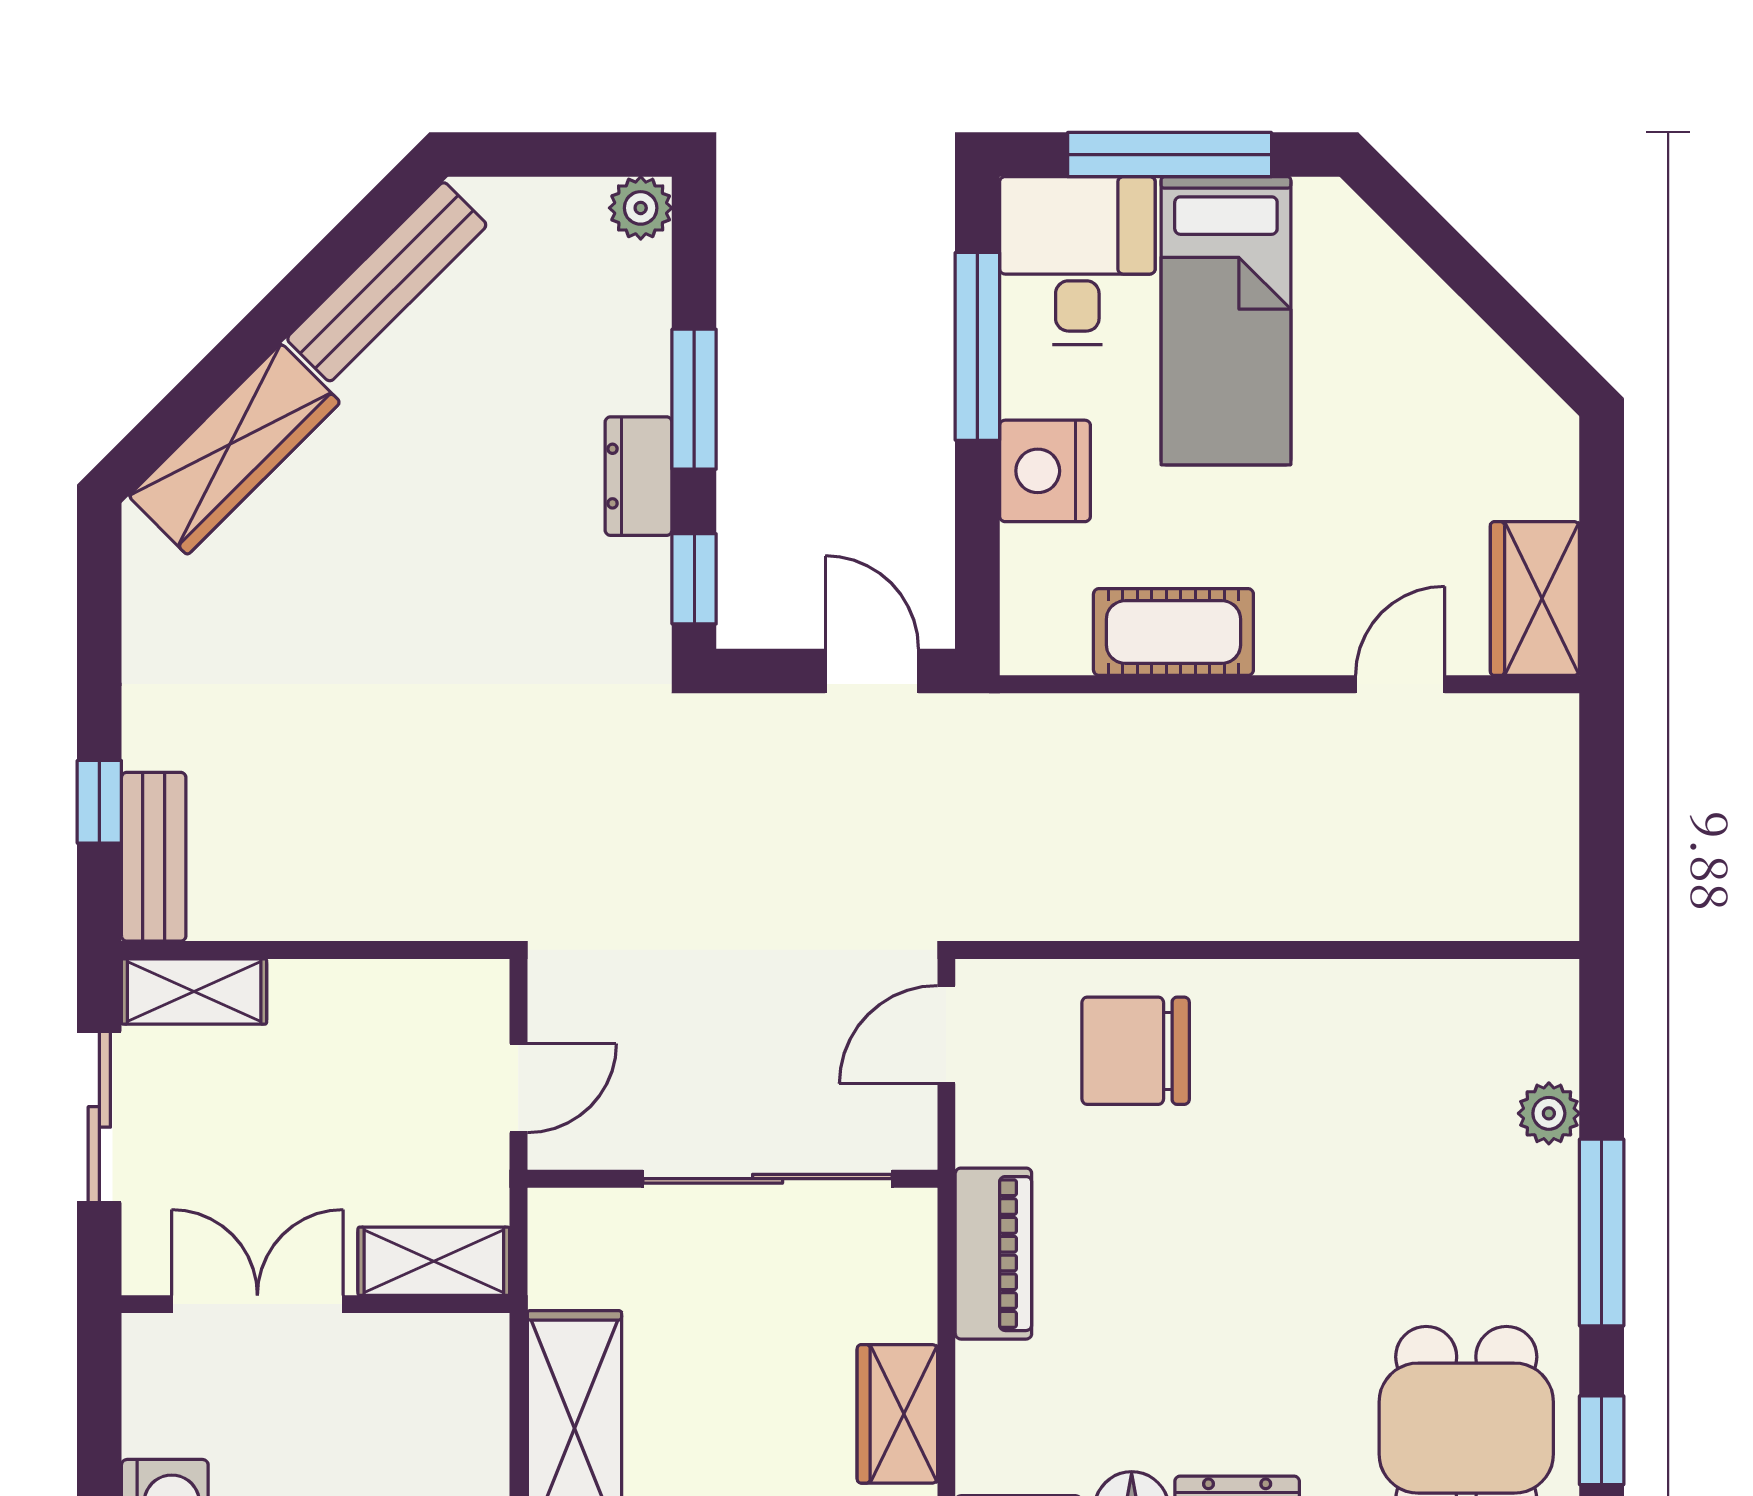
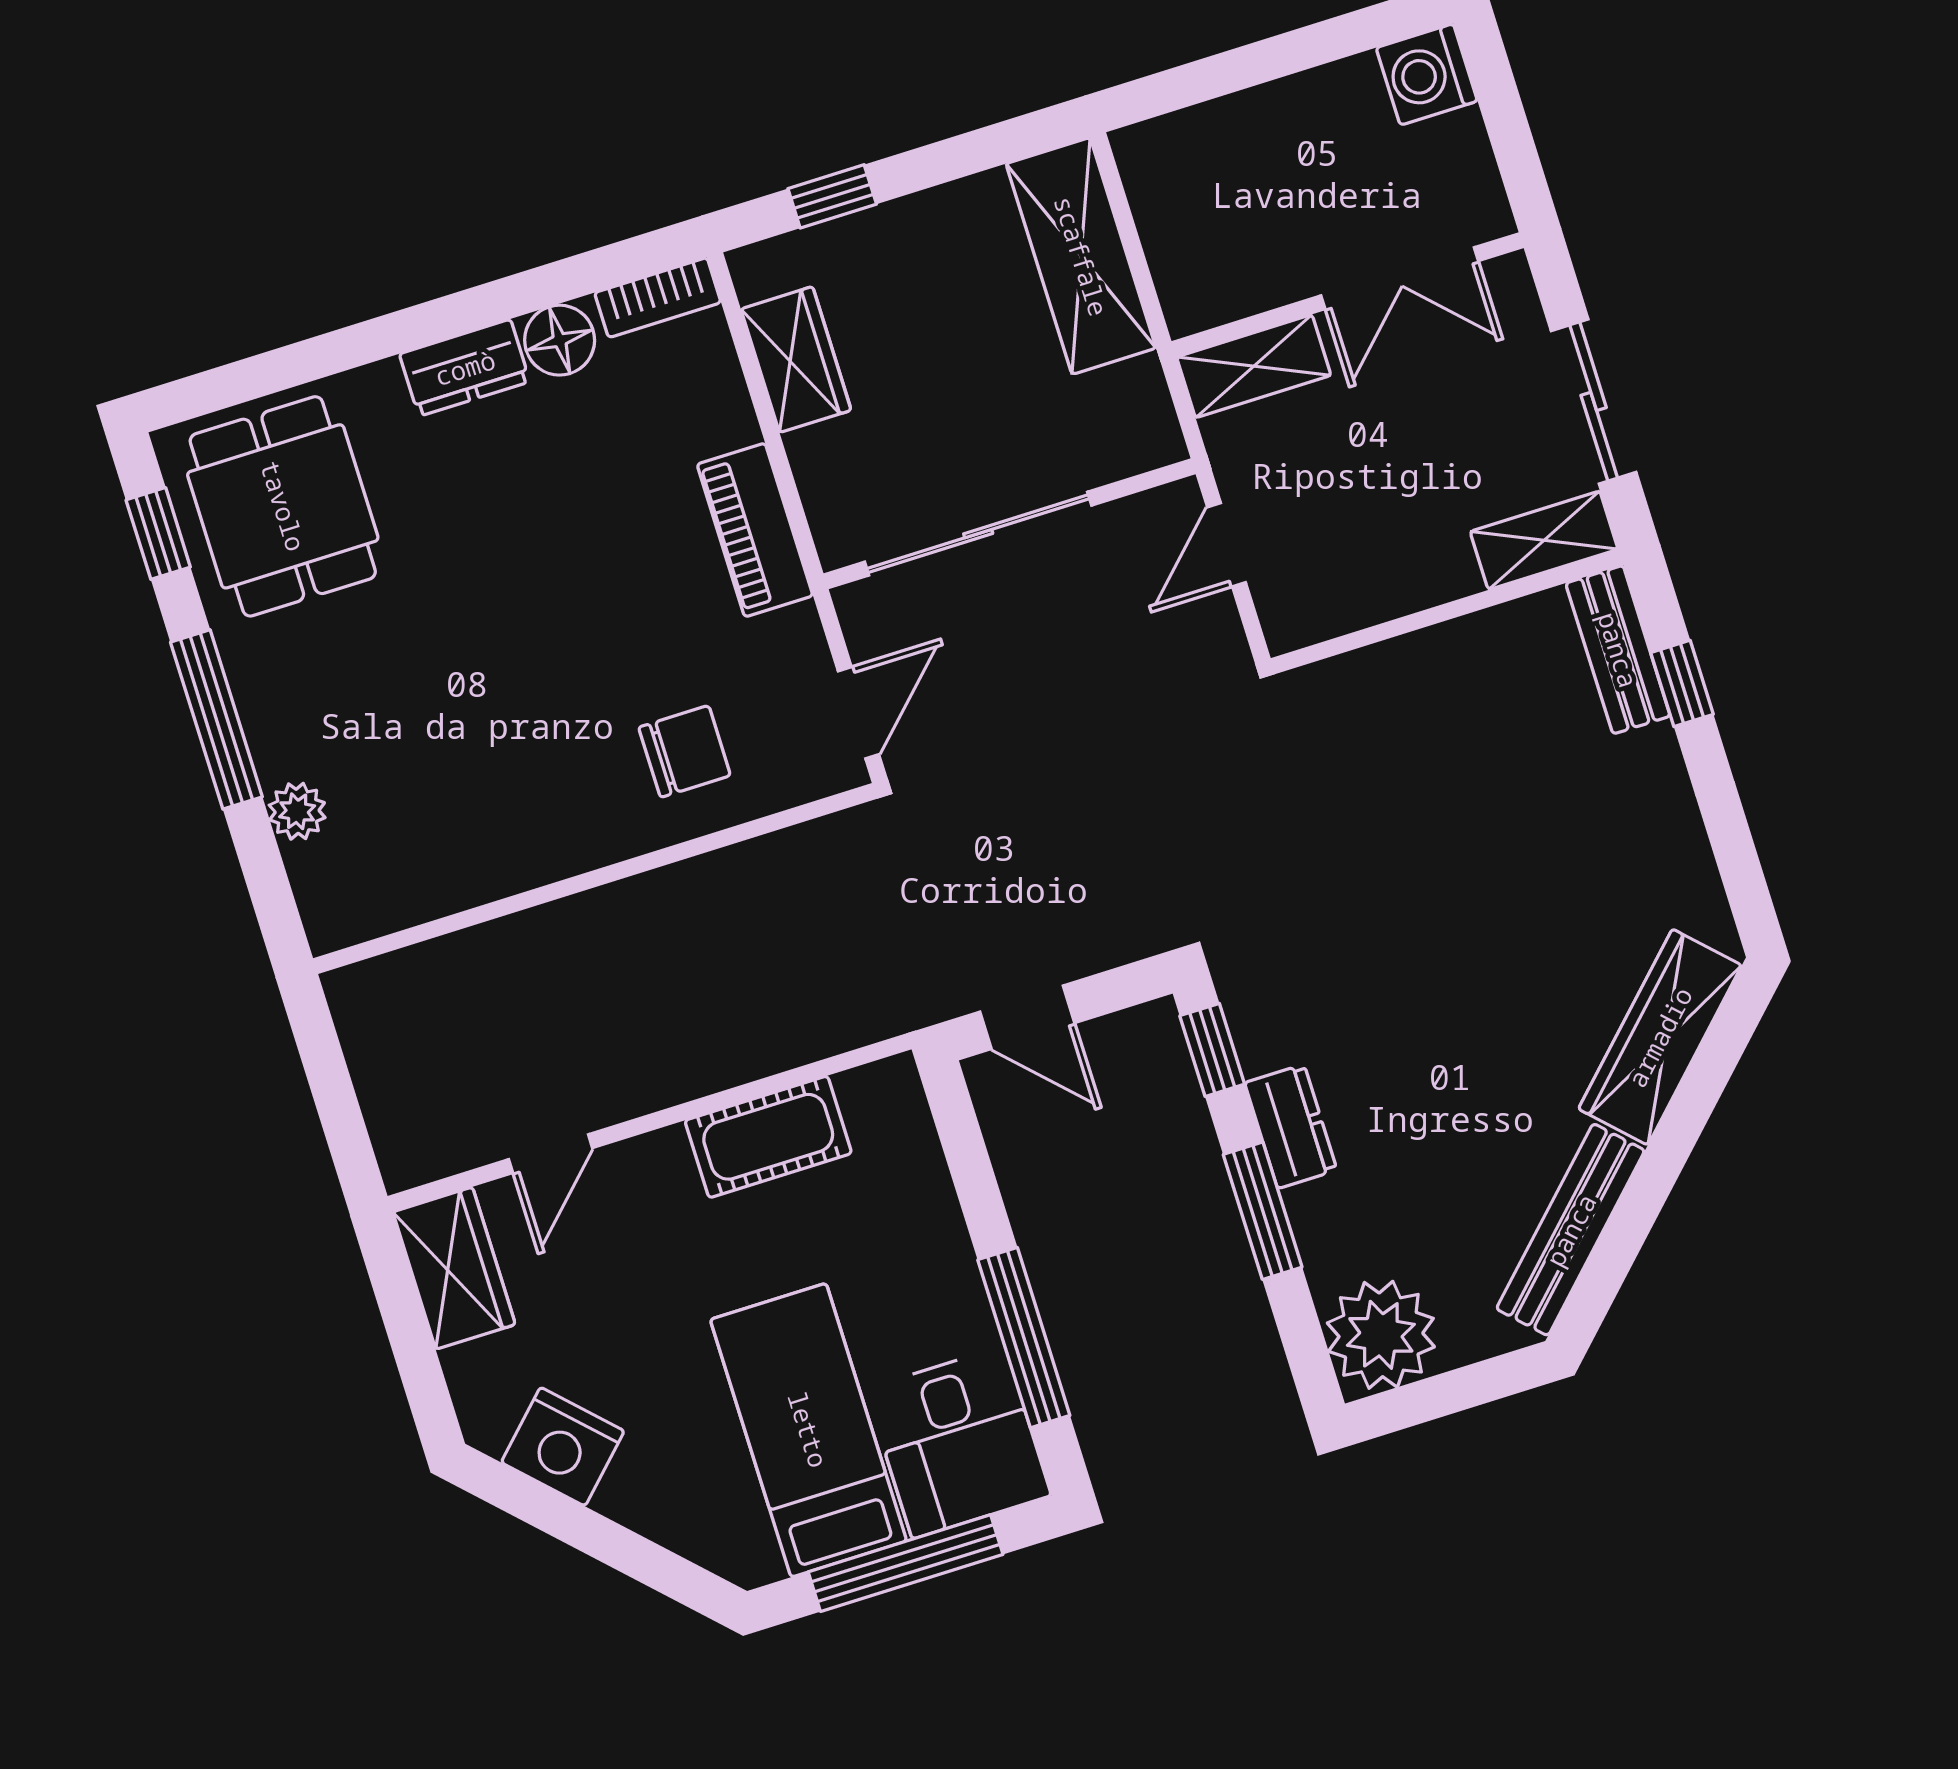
plant: (641, 208) -> (1381, 1335), width x1.88, depth x1.88
nightstand: (1045, 471) -> (563, 1447), moved, turned 135
chair: (1136, 1051) -> (685, 751), width x0.73, depth x0.73

